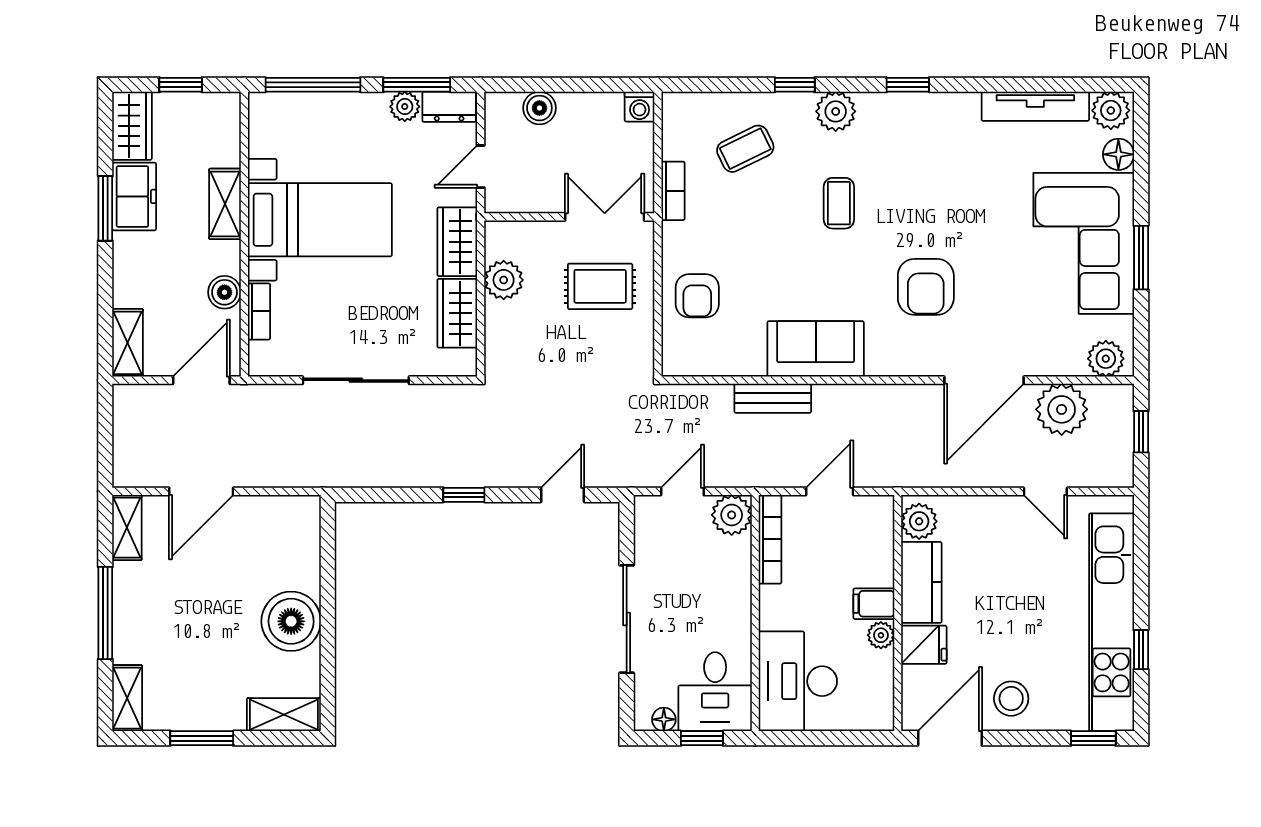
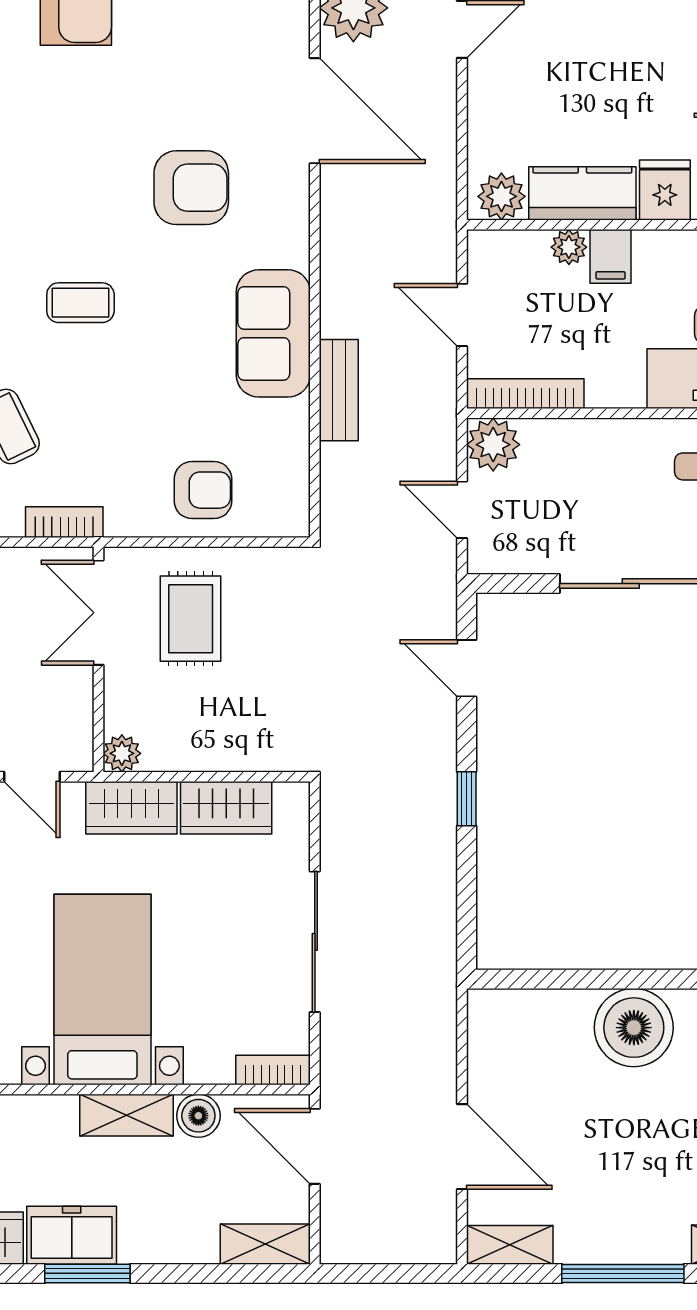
shelving: (225, 204) -> (126, 1115), moved
plant: (504, 280) -> (122, 753), moved, width x0.73, depth x0.73
bookcase: (259, 311) -> (273, 1070), moved
plant: (881, 635) -> (569, 247), moved

